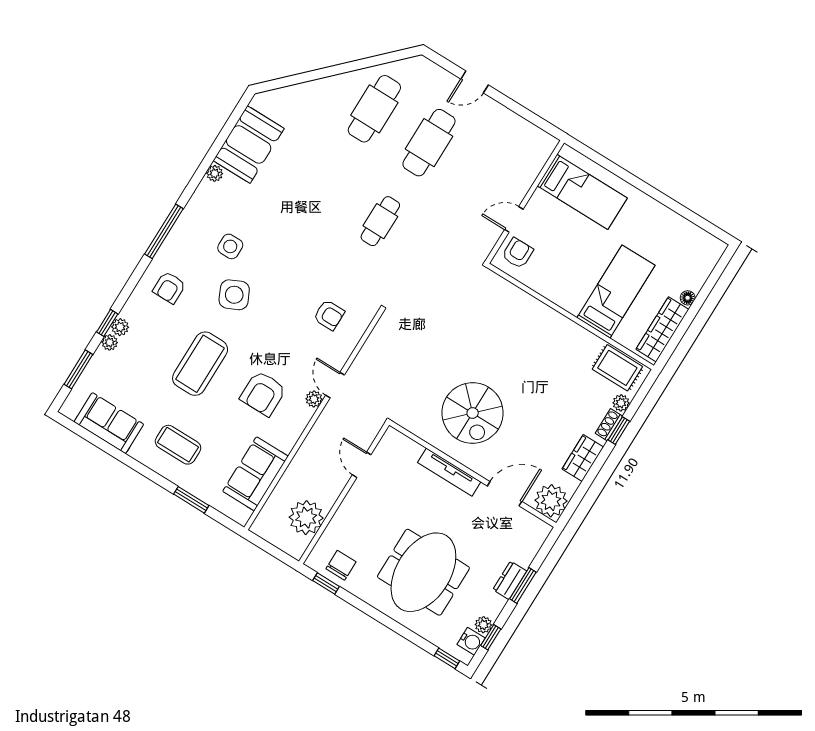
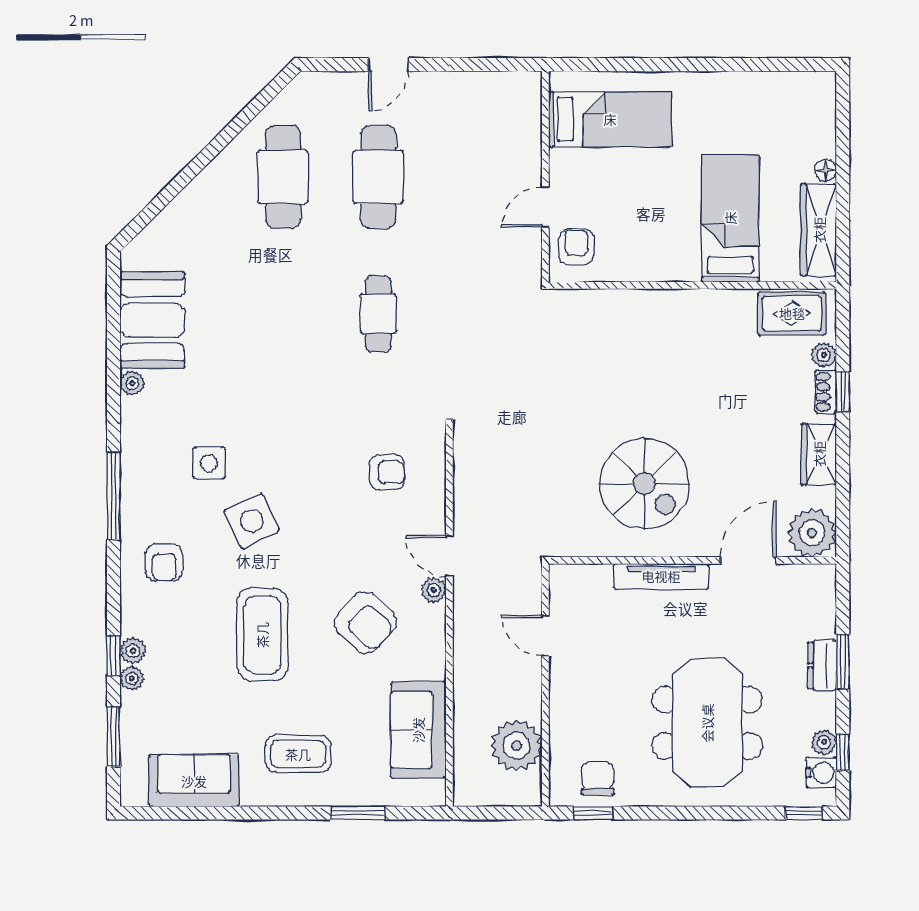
armchair: (263, 393) -> (365, 623), turned -47

